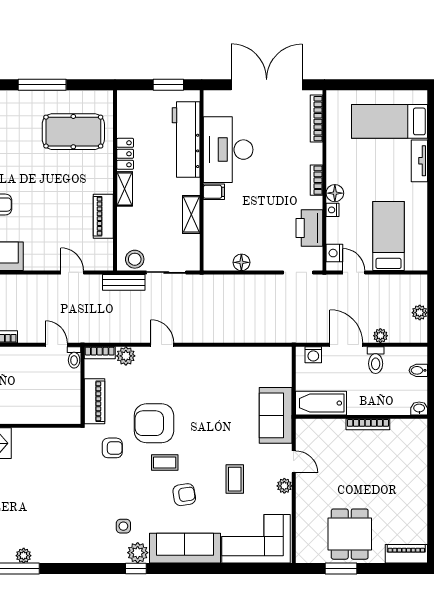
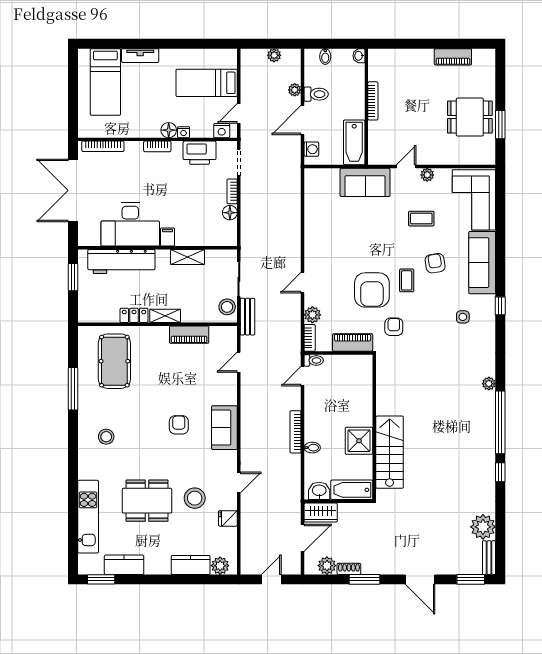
bookcase: (266, 265) -> (232, 191), added
plant: (138, 553) -> (486, 304), removed
piano: (406, 554) -> (453, 57), moved, turned -90
plant: (24, 556) -> (489, 384), moved

